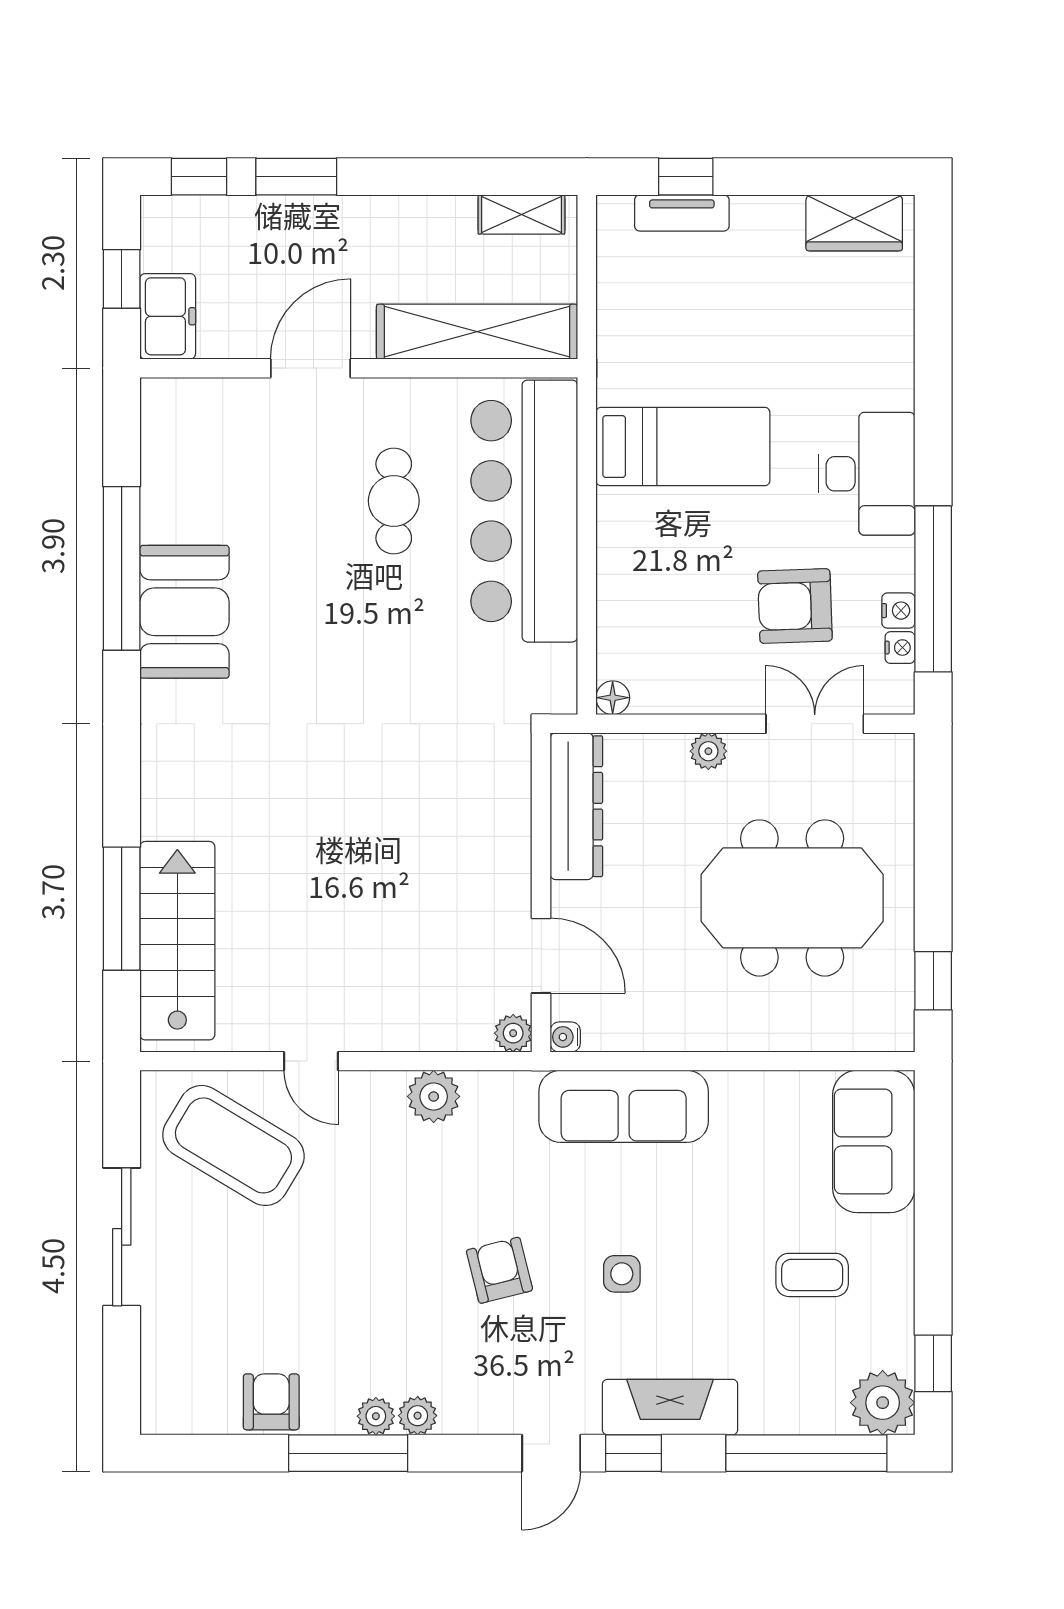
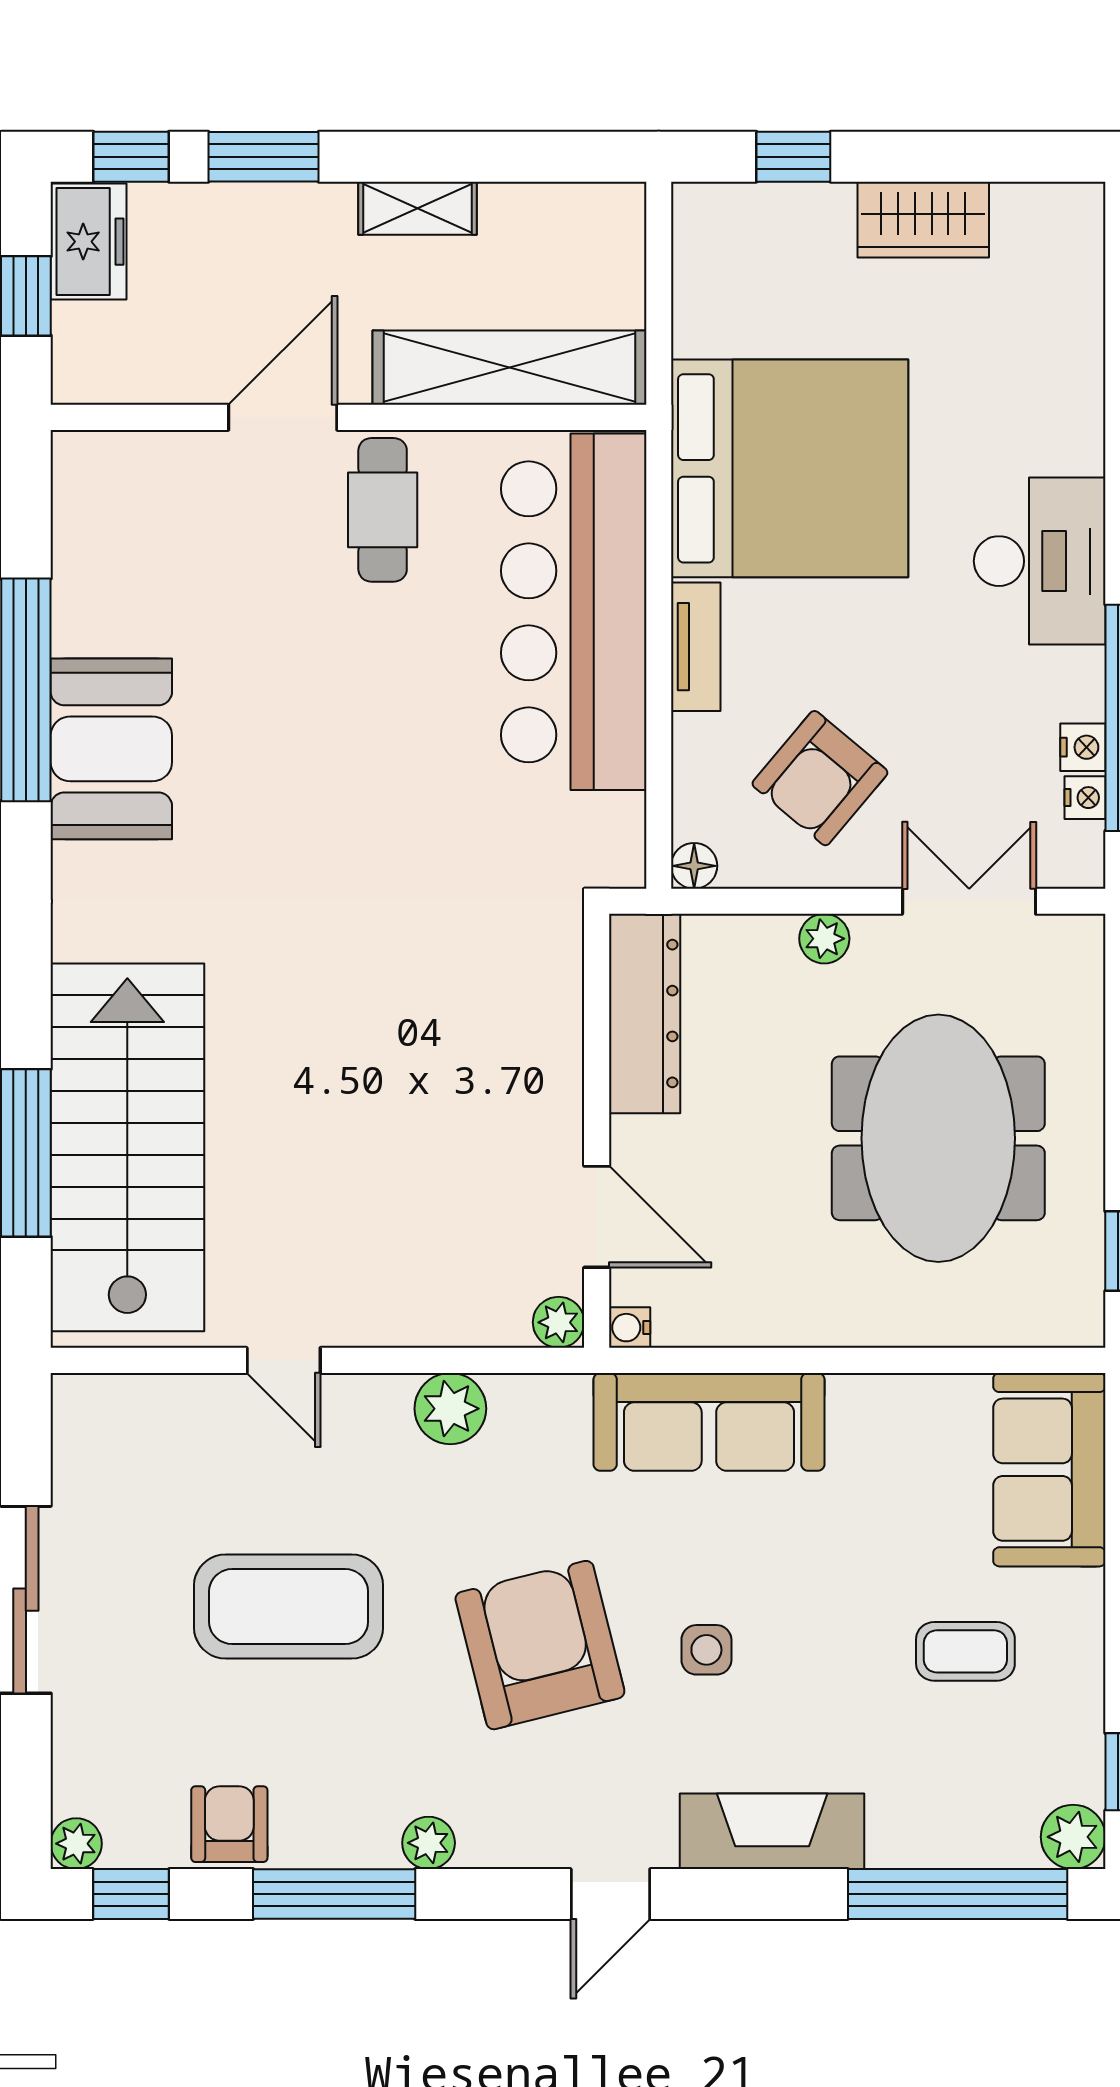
tv unit: (682, 213) -> (696, 647), moved, turned -90
shelving: (521, 214) -> (417, 208), moved
wardrobe: (854, 223) -> (923, 220), moved
freezer: (168, 316) -> (88, 242), moved
bed: (683, 447) -> (790, 468), width x2.04
cafe table: (394, 501) -> (383, 510), moved
armchair: (795, 606) -> (820, 778), moved, turned -48
meeting table: (792, 898) -> (938, 1138), turned 90
stairs: (177, 941) -> (127, 1147), width x1.36, depth x1.51
coffee table: (233, 1145) -> (289, 1607), moved, turned -31
armchair: (499, 1270) -> (540, 1645), width x1.88, depth x1.88
plant: (883, 1403) -> (1073, 1837), width x0.73, depth x0.73
plant: (376, 1416) -> (76, 1844), moved
window: (634, 1453) -> (131, 1894), moved

